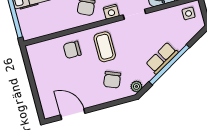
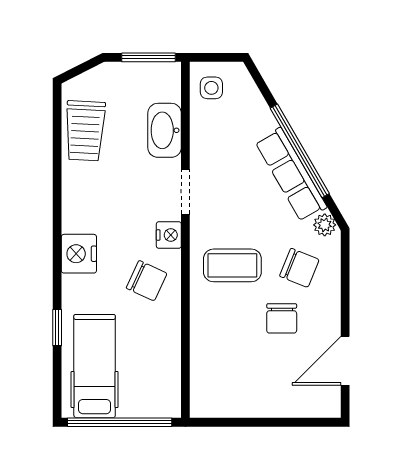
chair: (72, 50) -> (282, 318), moved
row of seats: (162, 58) -> (291, 175), width x1.48

